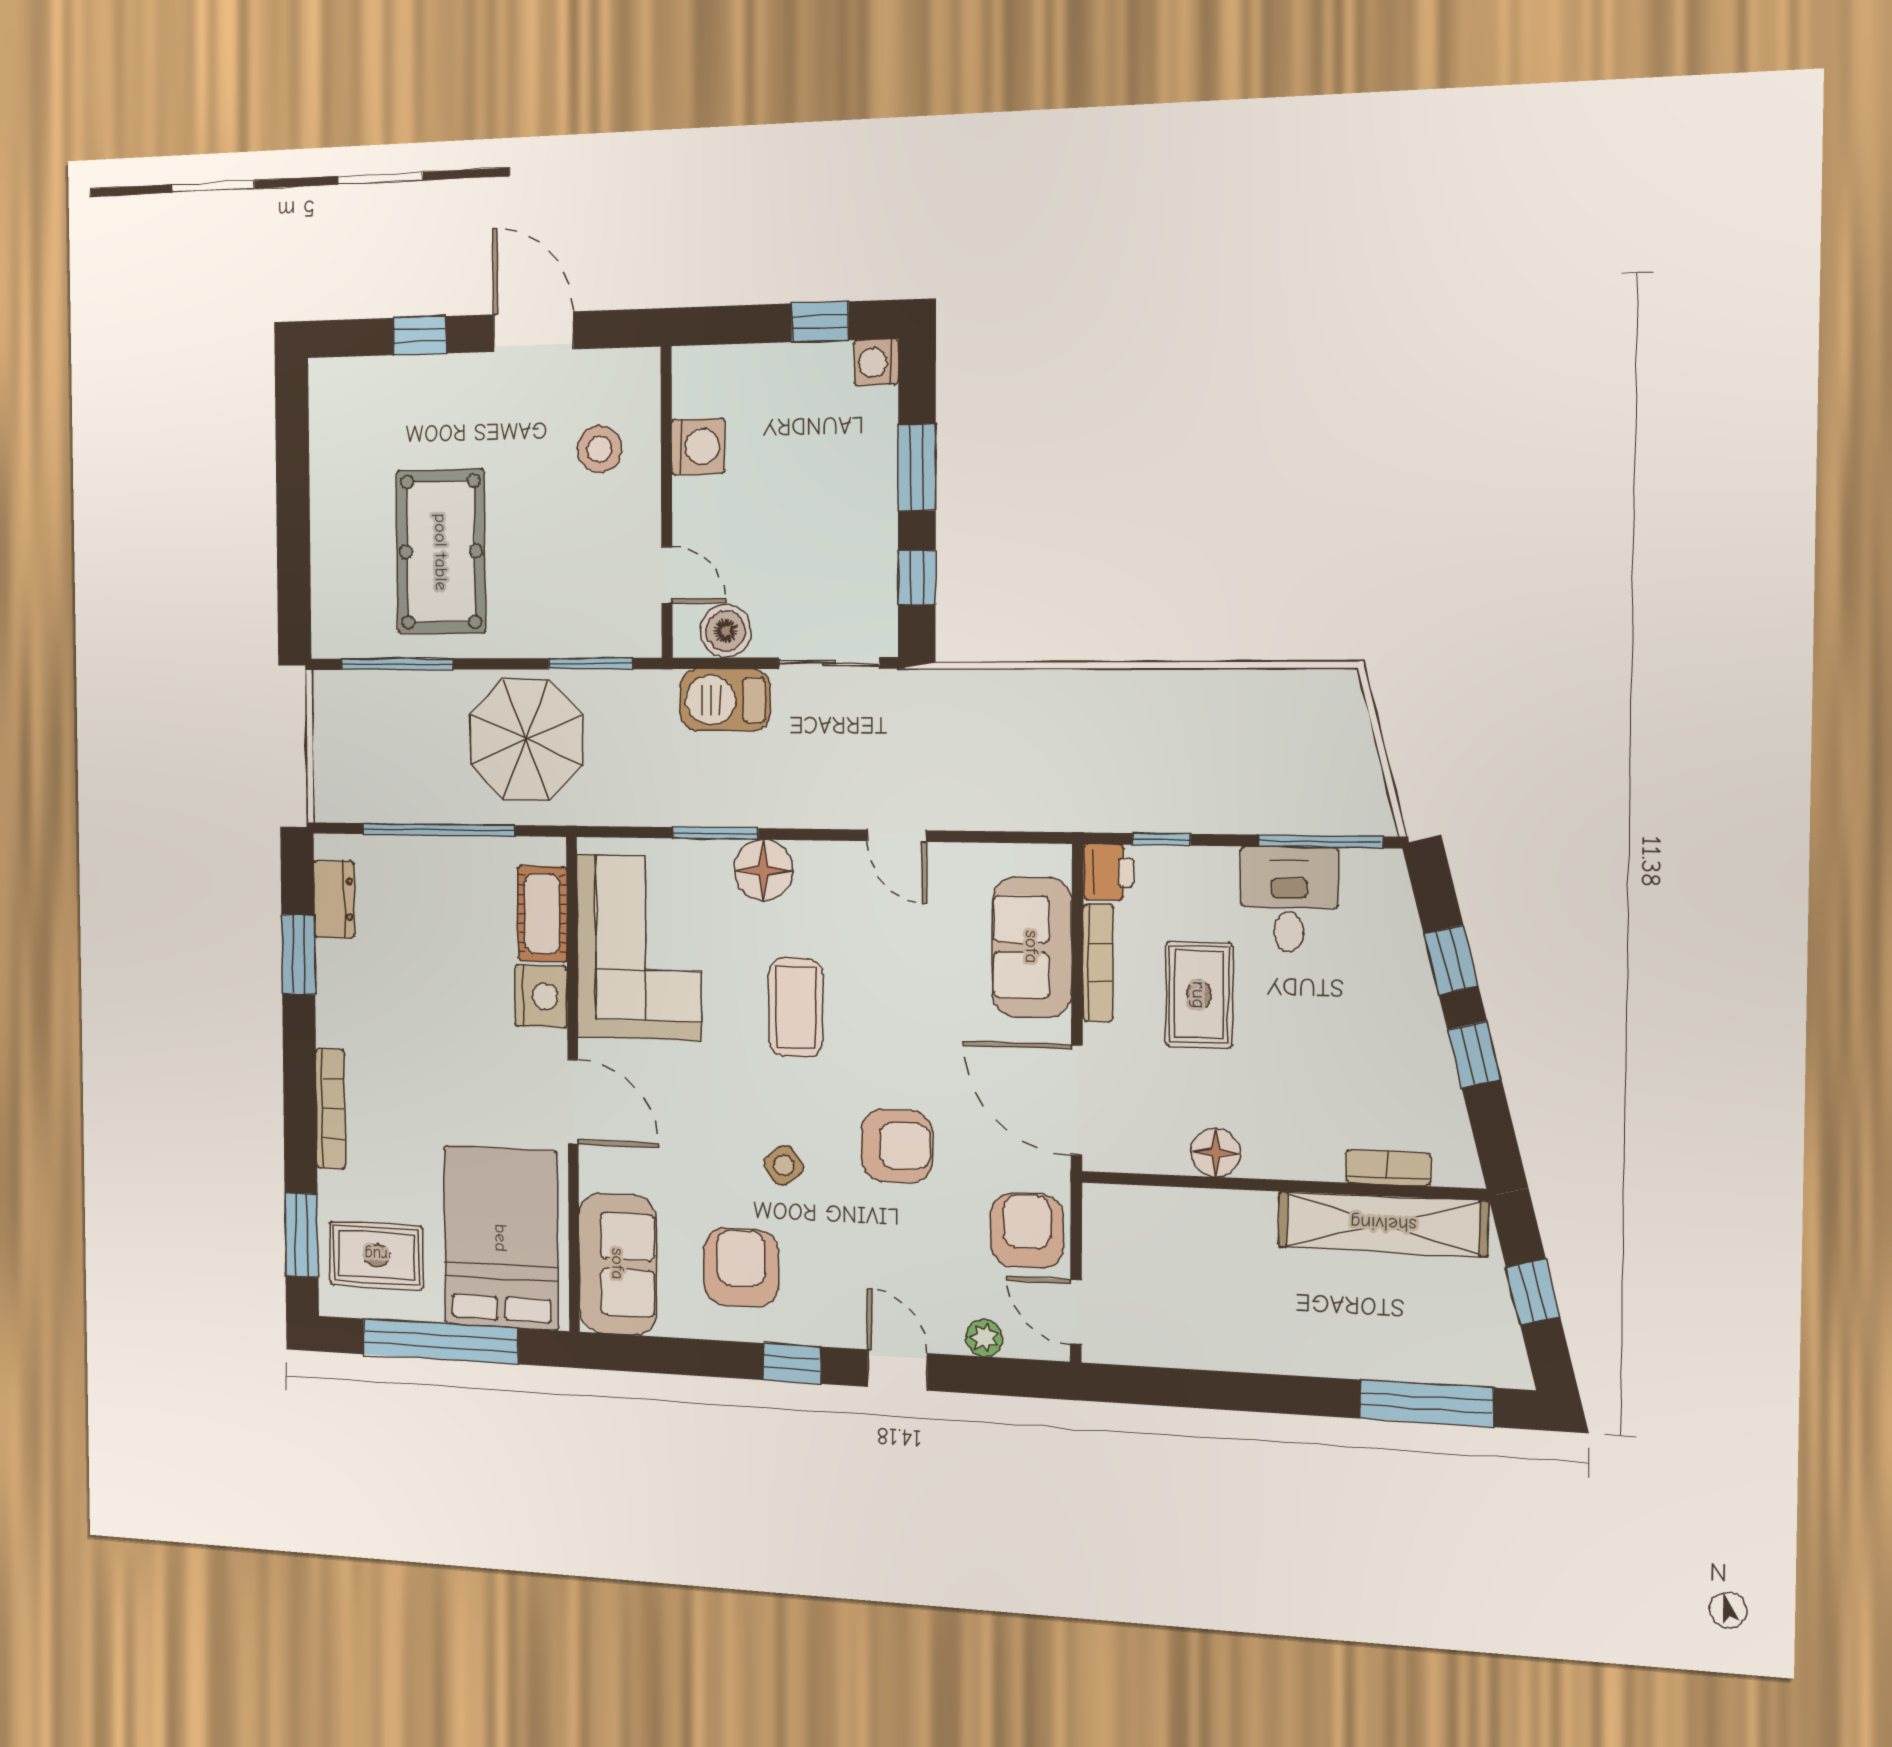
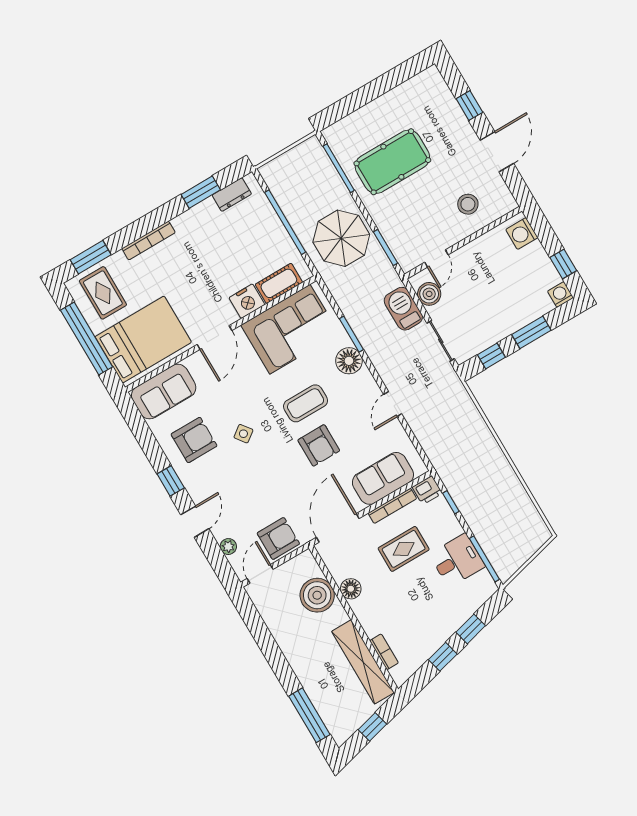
washing machine: (698, 447) -> (522, 234), moved, turned 90
armchair: (897, 1146) -> (319, 445), moved
boiler: (1188, 1228) -> (317, 595), added

